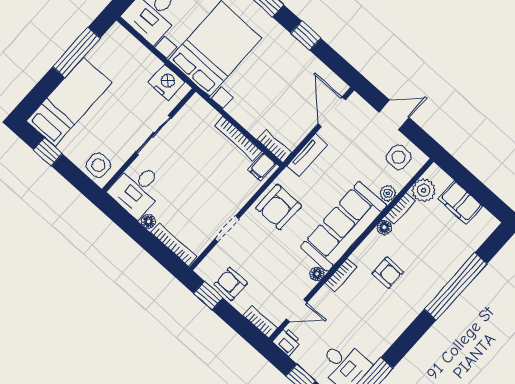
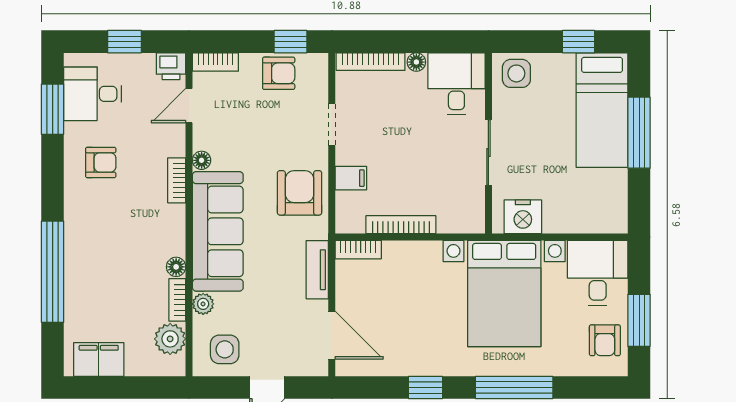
window: (76, 52) -> (639, 133), moved
filing cabinet: (262, 167) -> (351, 178), moved, turned 90
filing cabinet: (460, 202) -> (99, 360), moved
armchair: (388, 273) -> (101, 162), moved, turned 180

